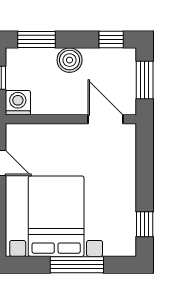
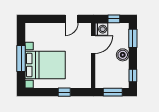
door: (106, 119) -> (93, 44), moved
bed with nightstands: (56, 216) -> (45, 65), moved
window: (145, 224) -> (64, 92), moved

